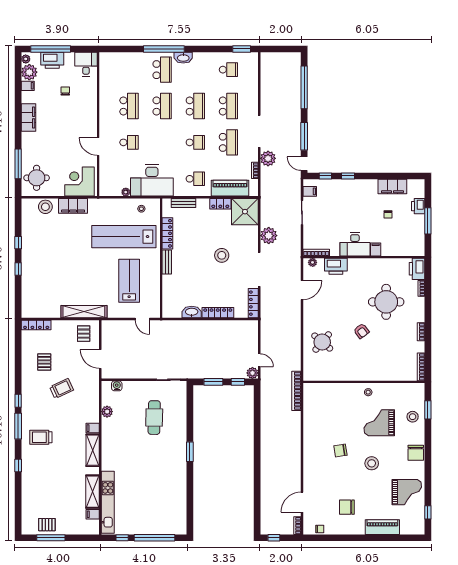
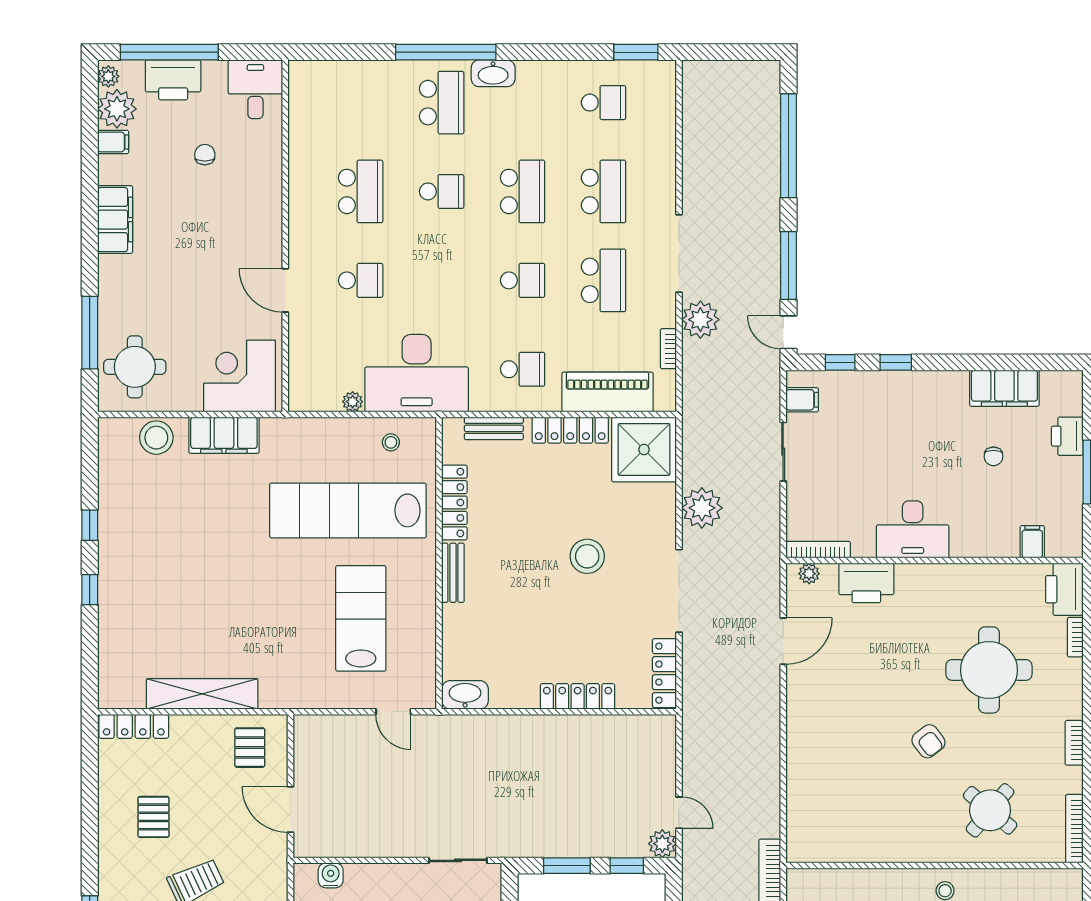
school desk: (162, 106) -> (442, 191), width x0.54
locker: (220, 204) -> (570, 430), width x1.53
filing cabinet: (376, 249) -> (1032, 542), moved
shelving: (84, 312) -> (202, 694), moved
washbasin: (192, 312) -> (465, 695), moved
round table: (322, 342) -> (990, 810), moved

